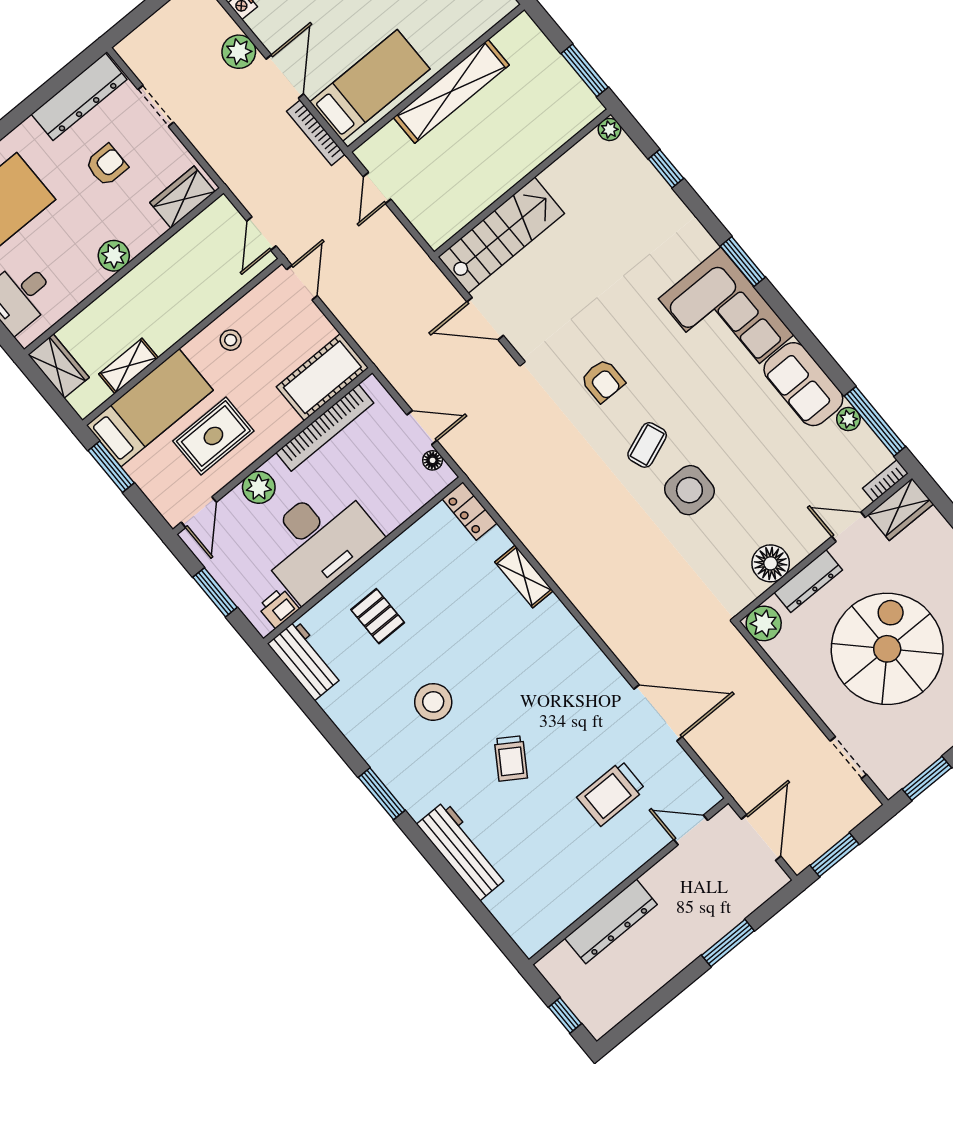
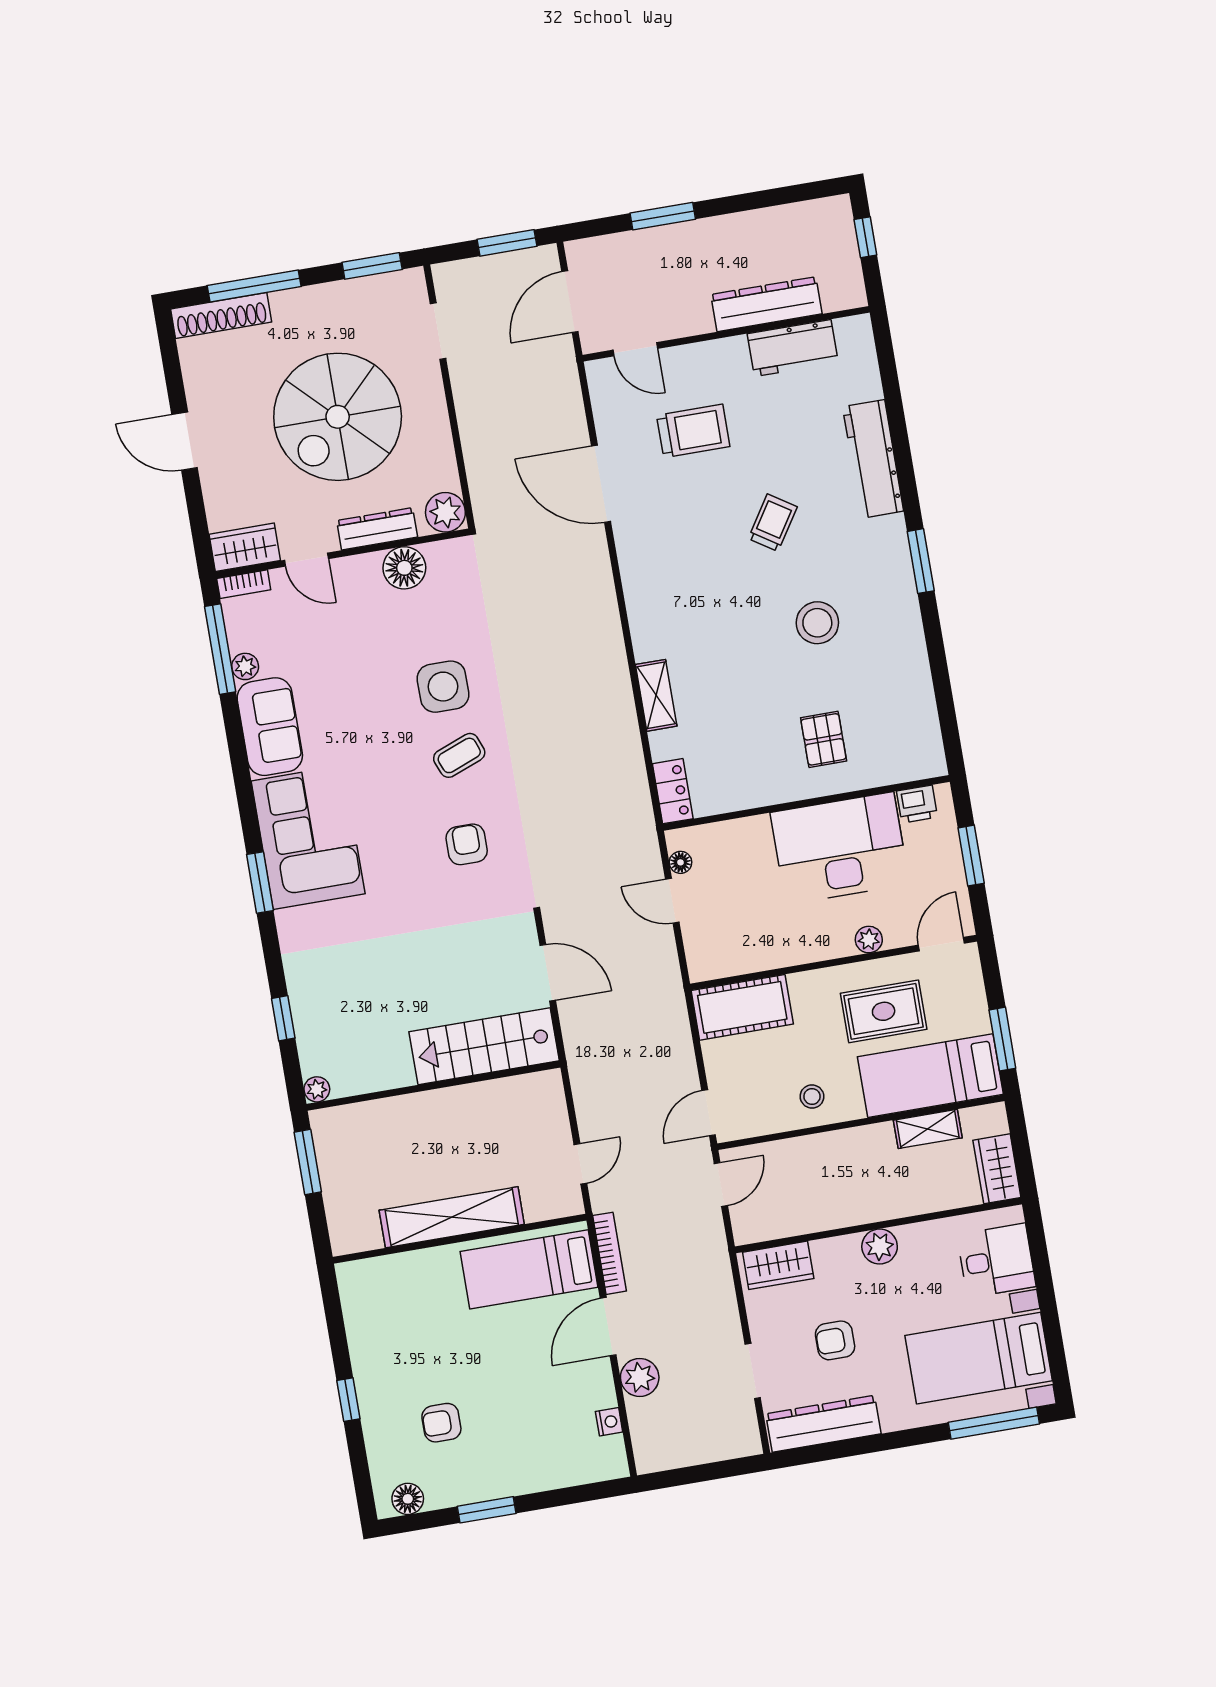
bookcase: (325, 428) -> (769, 956), removed
plant: (259, 487) -> (869, 940), width x0.73, depth x0.73
workbench: (306, 660) -> (793, 348), moved, turned -90

